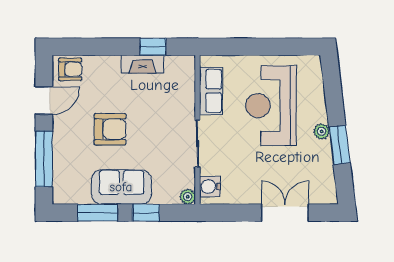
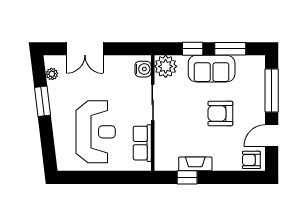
plant: (322, 131) -> (52, 74), moved
plant: (188, 197) -> (166, 66), width x1.87, depth x1.87

